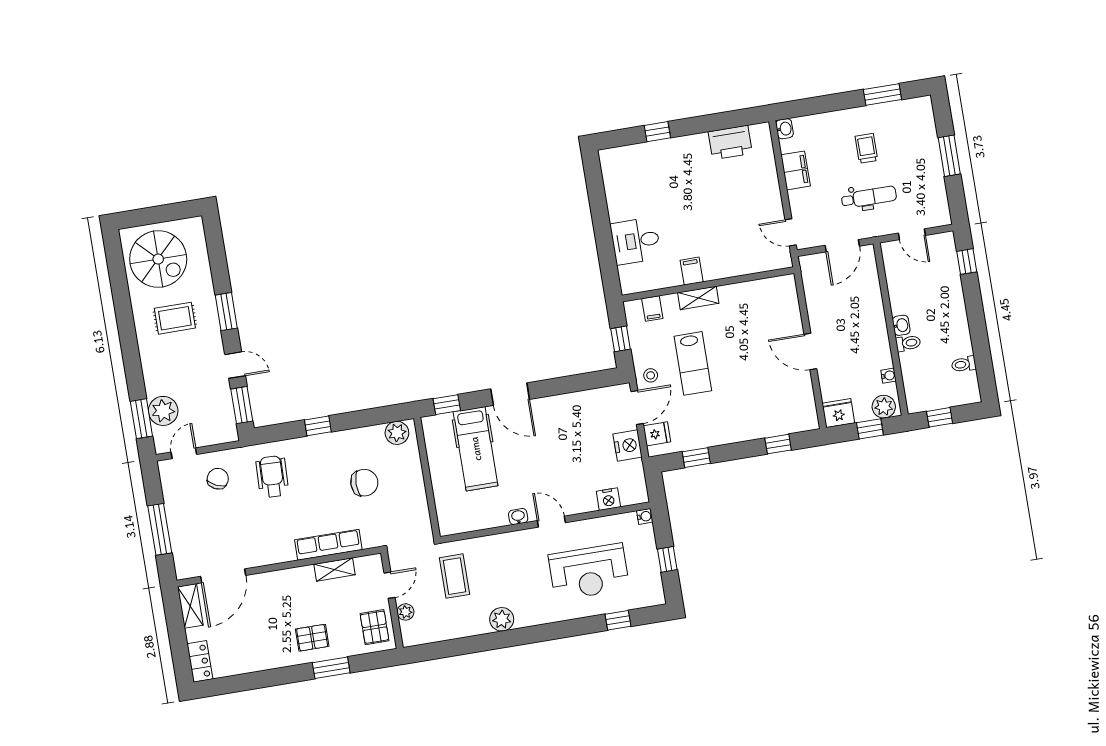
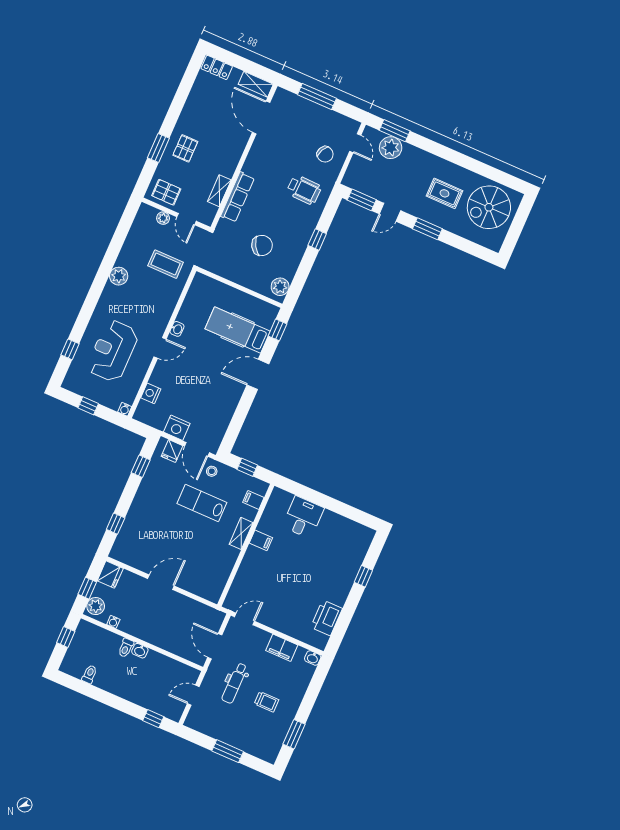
rug: (175, 318) -> (444, 193), turned 90
chair: (364, 483) -> (262, 245), turned -121

